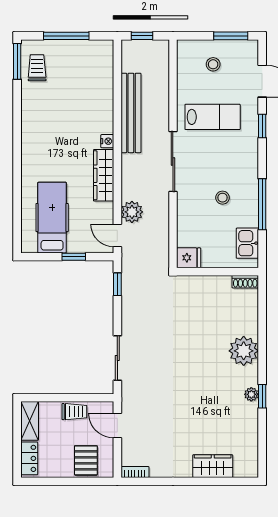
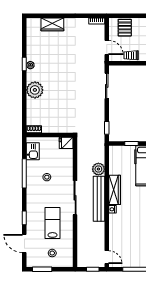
bench: (131, 113) -> (99, 199), moved
lab bench: (213, 117) -> (53, 223), turned 90
door: (117, 236) -> (107, 257), moved

